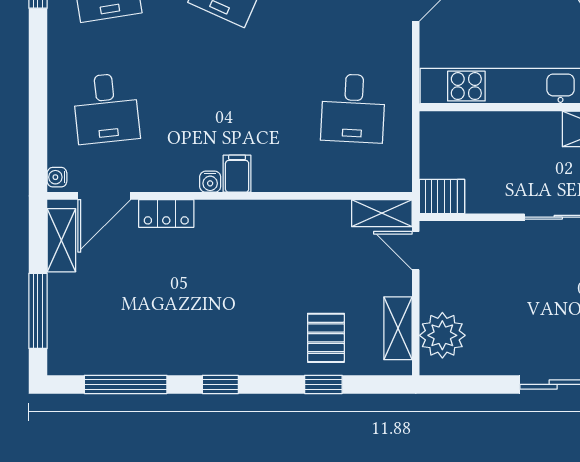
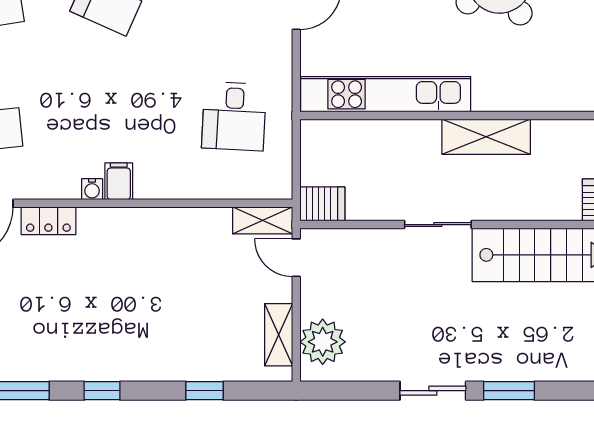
pallet: (326, 338) -> (207, 344), removed

